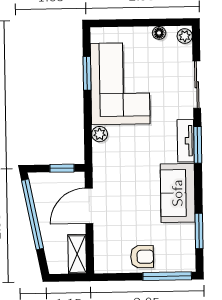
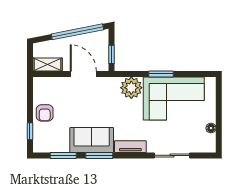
plant: (185, 36) -> (208, 147), removed
window: (87, 73) -> (161, 74), moved
plant: (100, 134) -> (131, 88), width x1.88, depth x1.88
window: (198, 145) -> (99, 155), moved
window: (167, 276) -> (30, 131), width x0.46

